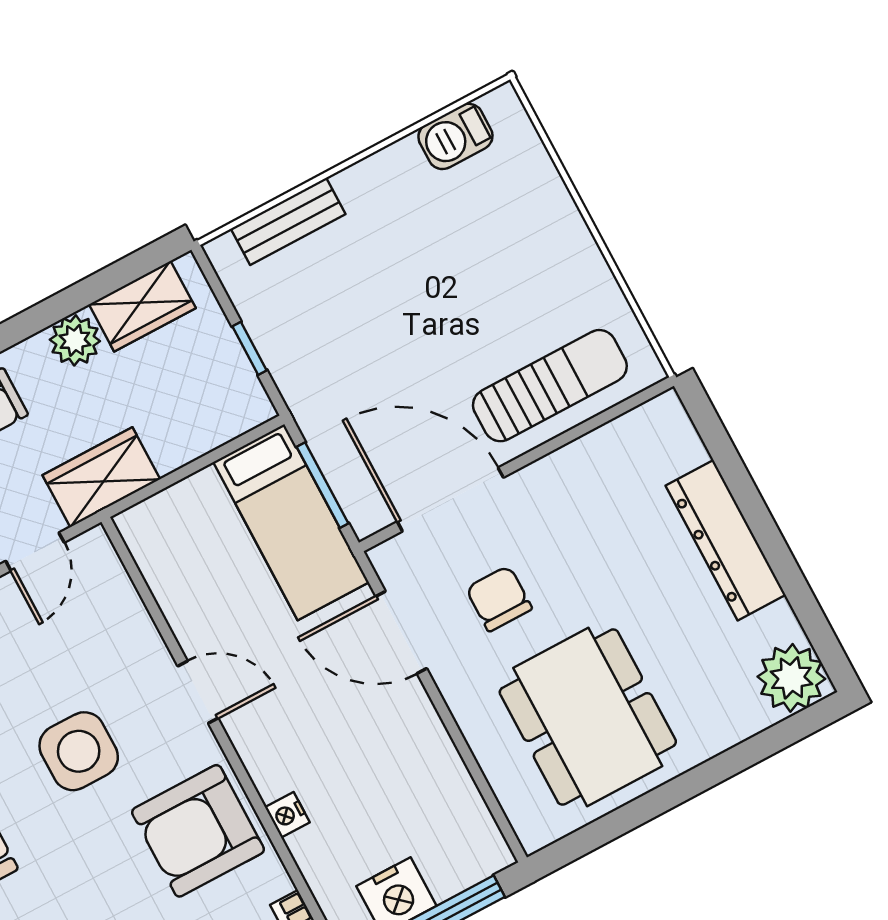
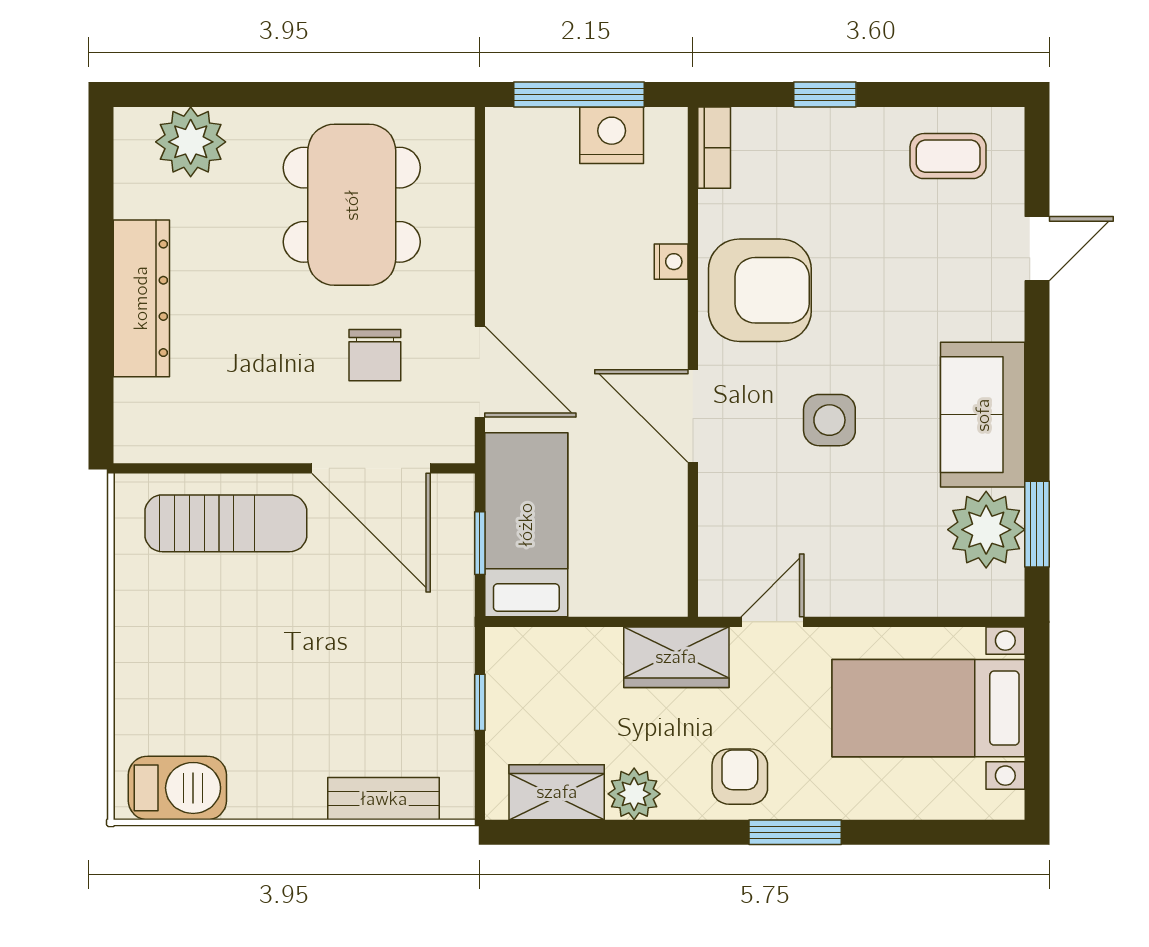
barbecue: (455, 136) -> (177, 788), width x1.38, depth x1.27
sun lounger: (550, 386) -> (226, 523), turned 180
window: (322, 485) -> (480, 543), width x0.67
plant: (791, 678) -> (191, 142), moved
door: (198, 692) -> (693, 416), width x1.37
side table: (79, 751) -> (829, 420), width x0.73, depth x0.73

